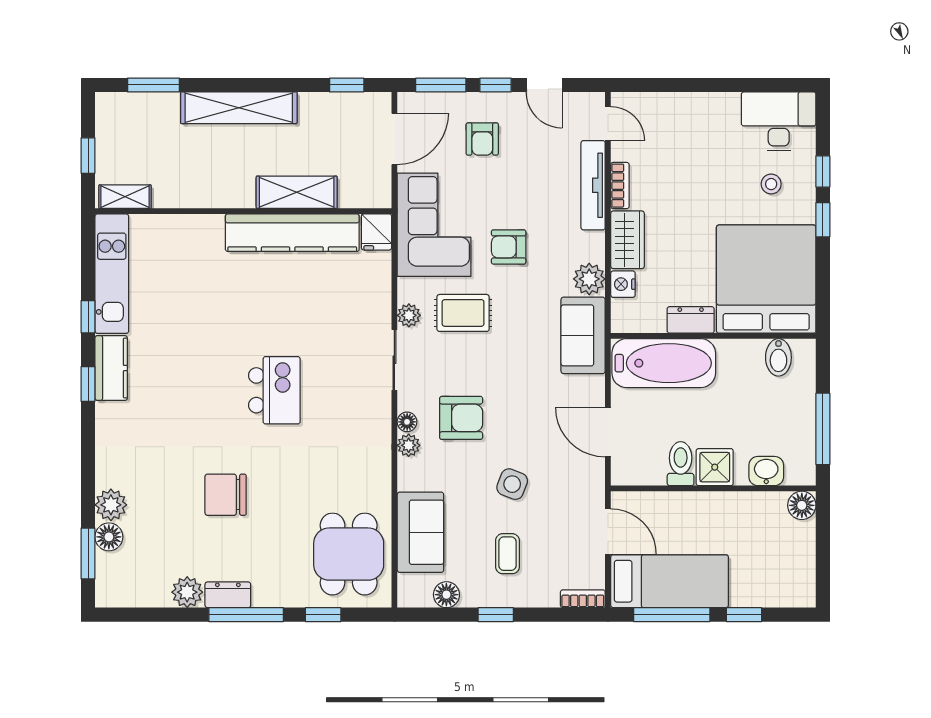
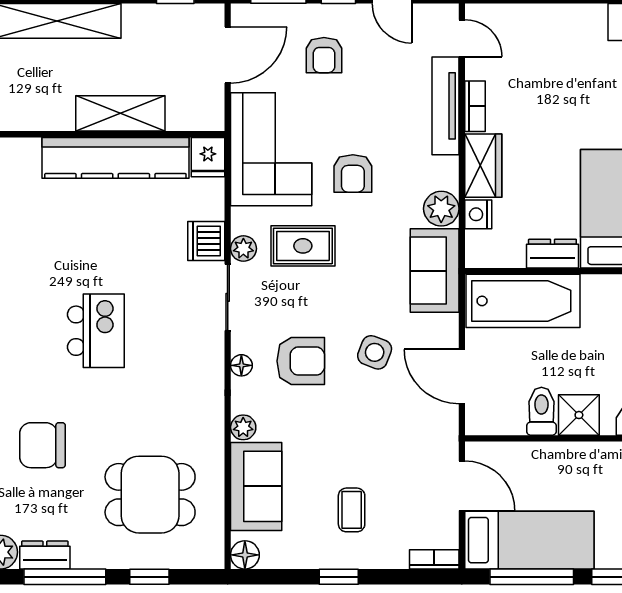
armchair: (509, 247) -> (353, 173), turned -90
dishwasher: (375, 308) -> (206, 241), added
plant: (409, 445) -> (243, 427), moved
side table: (512, 484) -> (375, 352), moved
dining table: (349, 554) -> (150, 495), moved, turned 90
floor lamp: (446, 595) -> (245, 555), moved

